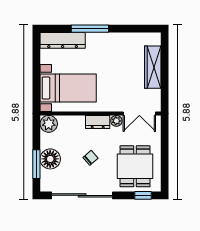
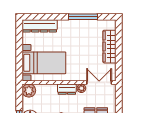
window: (90, 29) -> (83, 17), moved
double door: (139, 113) -> (99, 83), swing flipped

